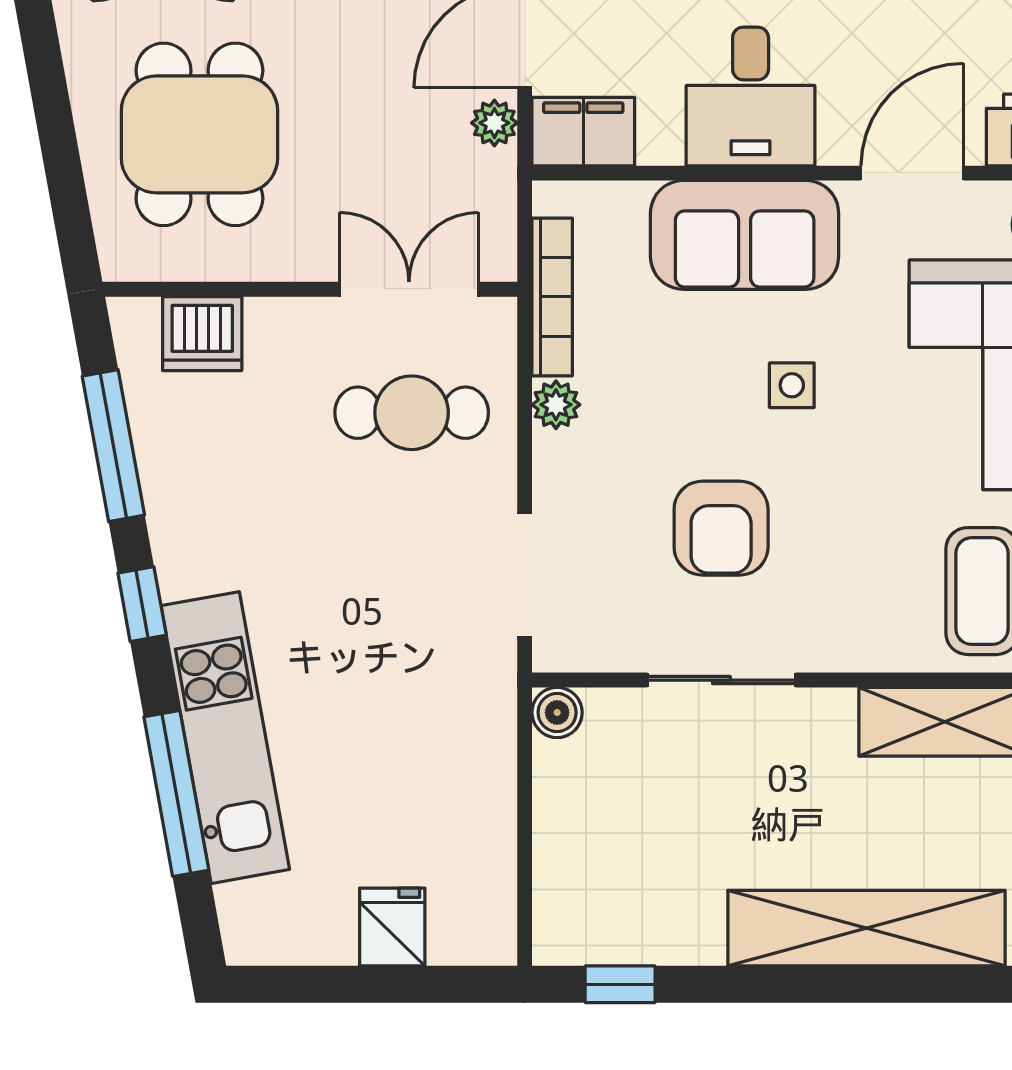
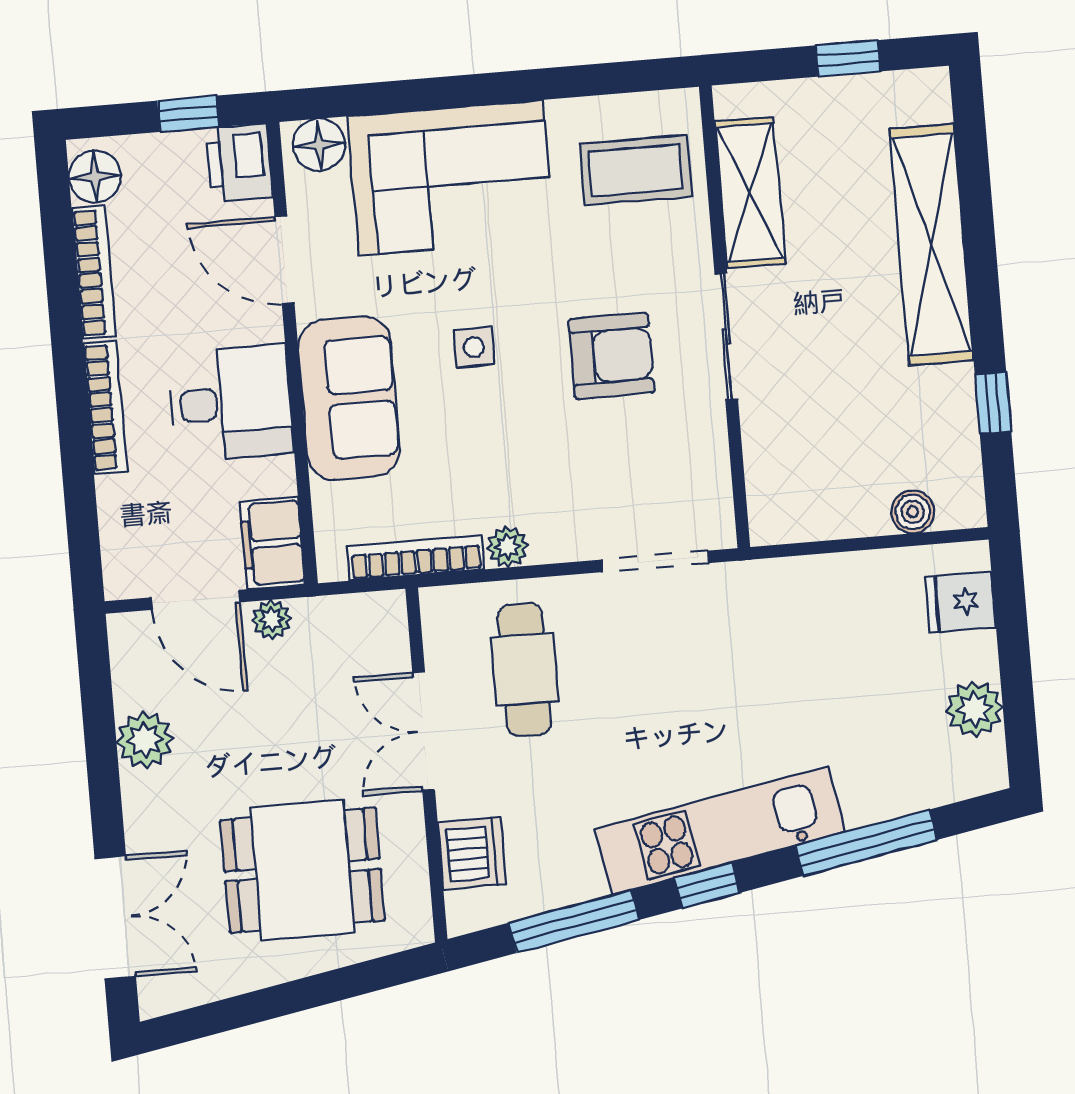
double door: (409, 289) -> (424, 731), moved
armchair: (721, 528) -> (611, 356), moved
sliding door: (721, 680) -> (726, 337), moved
boiler: (557, 712) -> (913, 512), moved
kitchen unit: (225, 738) -> (720, 830), moved
fridge: (392, 927) -> (960, 602), moved
plant: (321, 933) -> (974, 709), added
window: (620, 984) -> (993, 403), moved

